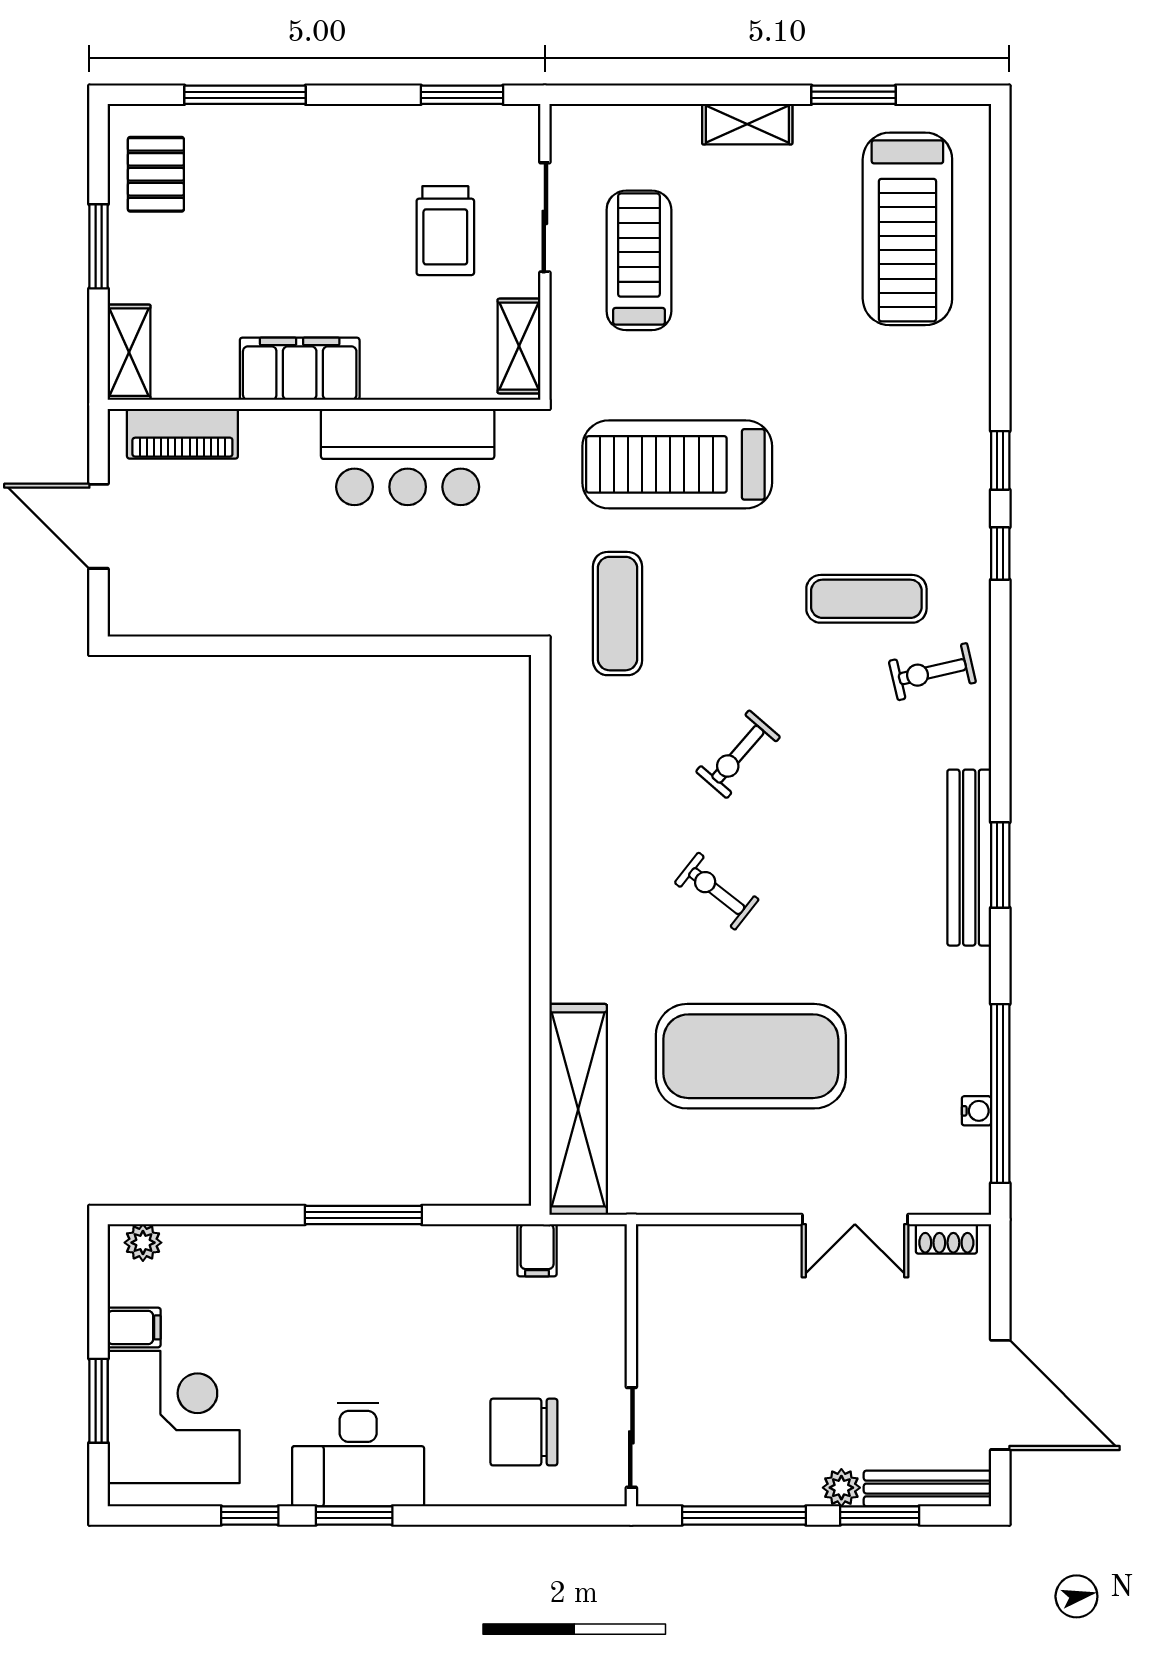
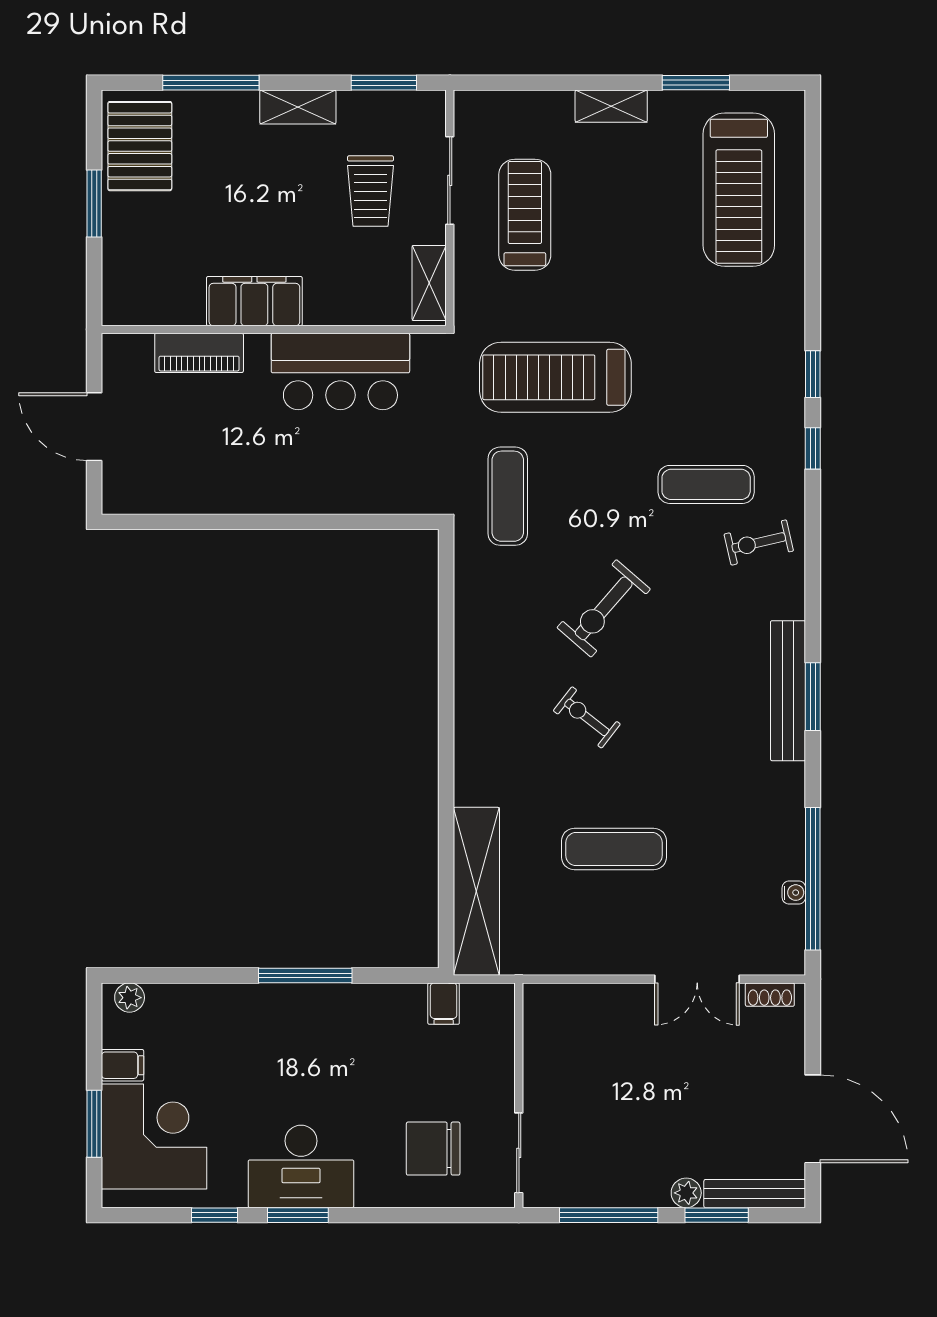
pallet: (156, 174) -> (140, 146), width x1.50, depth x1.42
shelving: (129, 352) -> (298, 107), moved, turned 90
piano: (182, 434) -> (199, 353), moved
exercise bike: (738, 754) -> (604, 608), width x1.38, depth x1.39
exercise mat: (751, 1056) -> (614, 849), width x0.50, depth x0.69

